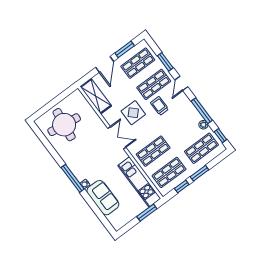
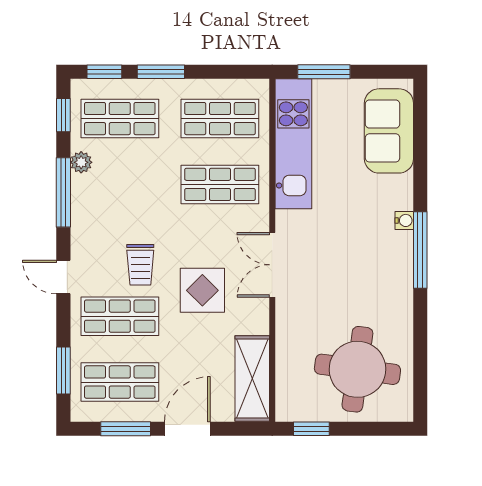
window: (165, 62) -> (63, 371), moved
door: (181, 83) -> (63, 277), swing flipped
window: (65, 94) -> (311, 429), added
window: (182, 187) -> (104, 72), moved
sofa: (103, 198) -> (389, 131), moved

